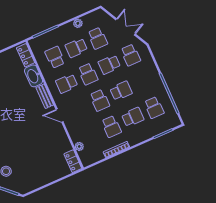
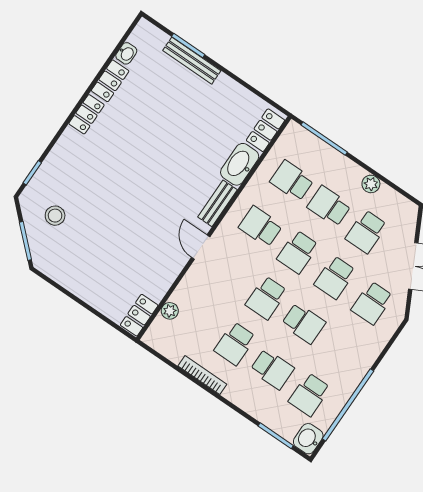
school desk: (55, 57) -> (292, 181), turned -90
school desk: (109, 65) -> (335, 277), turned -90
washbasin: (173, 120) -> (308, 439), added

